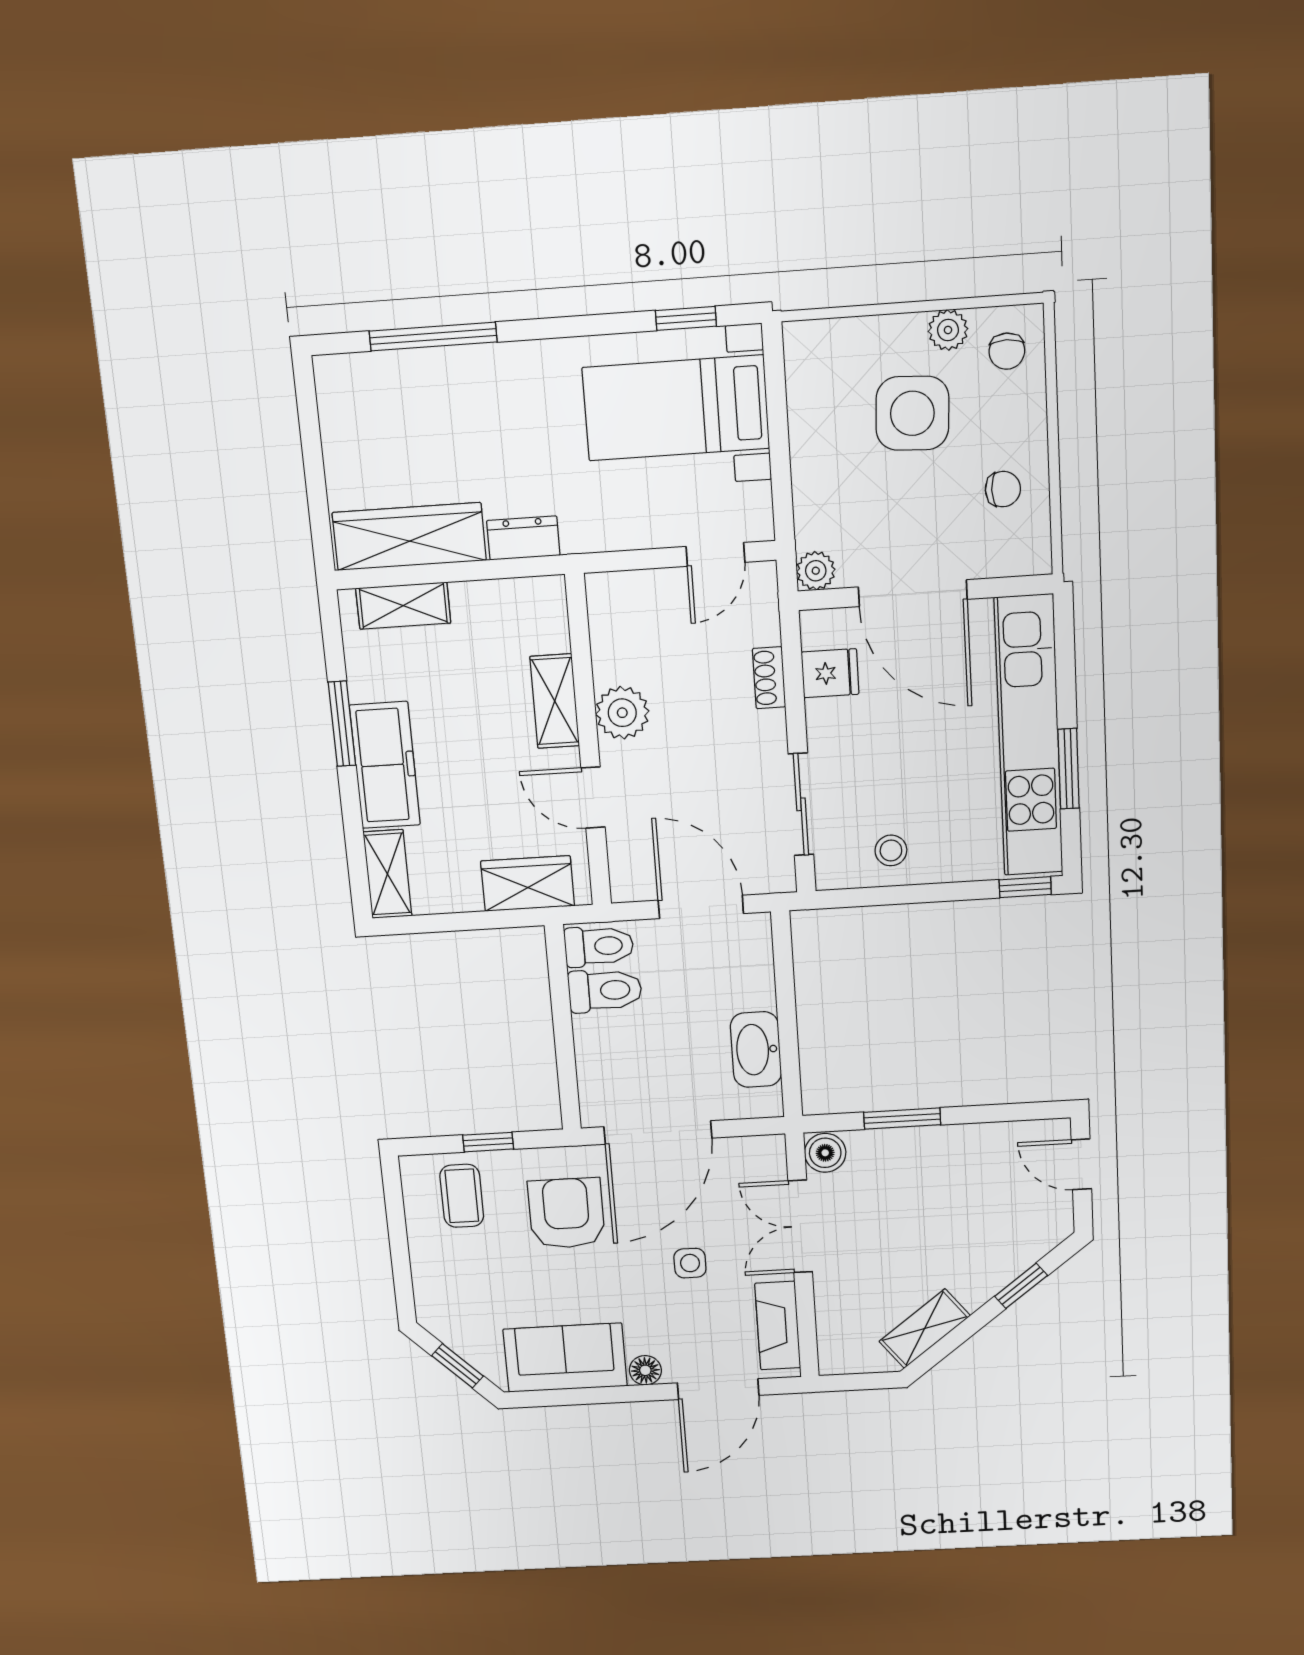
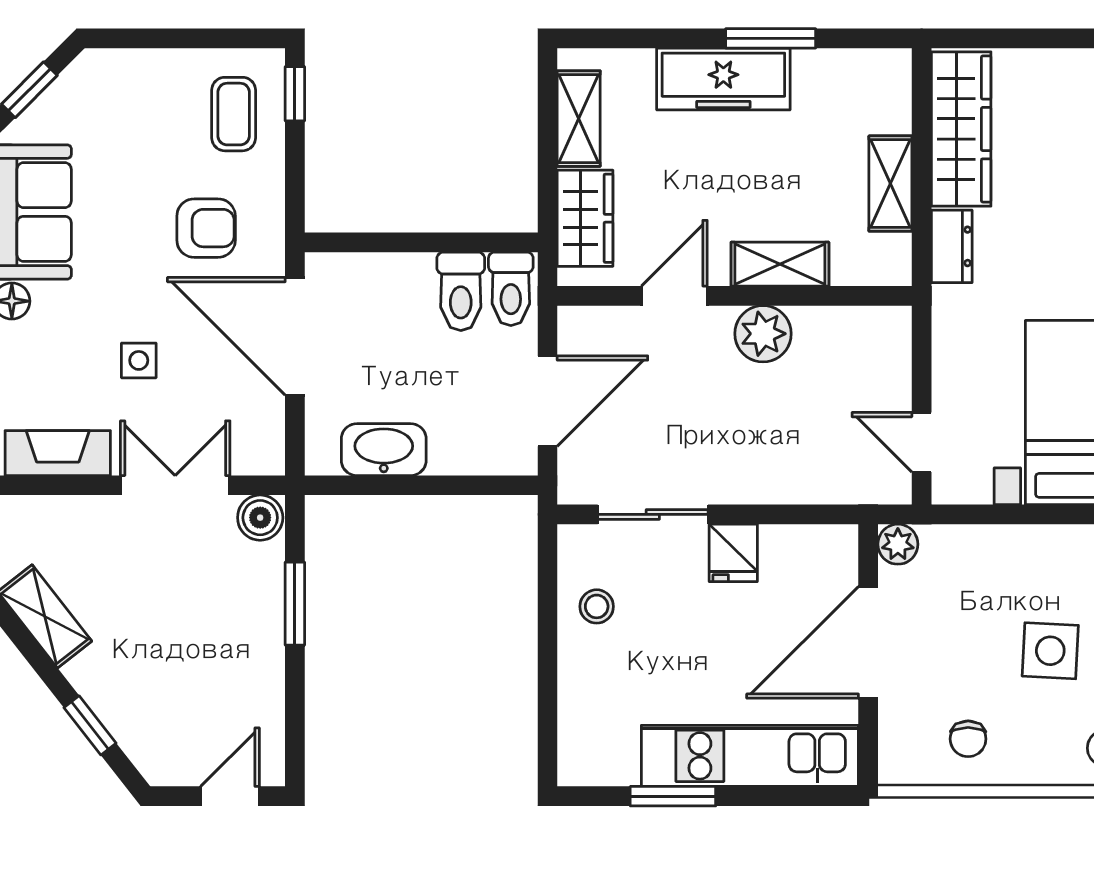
side table: (912, 413) -> (1050, 651), width x0.73, depth x0.73
shelving: (403, 606) -> (890, 184), moved
fridge: (830, 673) -> (733, 553), moved
shoe rack: (769, 678) -> (790, 489), removed
kitchen unit: (1029, 736) -> (750, 756), width x0.73
shelving: (387, 874) -> (579, 119), moved, turned 90
window: (1025, 887) -> (547, 746), removed
window: (488, 1142) -> (295, 94), moved
coffee table: (462, 1196) -> (234, 114), turned 90
armchair: (566, 1213) -> (206, 228), width x0.72, depth x0.72

